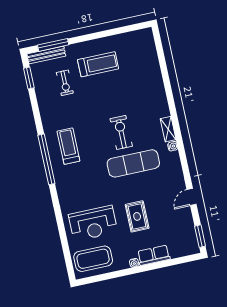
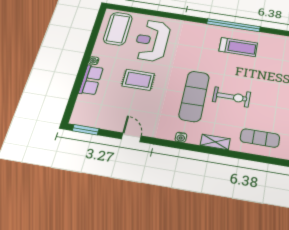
exercise mat: (150, 95) -> (260, 138), added
water cooler: (173, 146) -> (181, 137), moved

